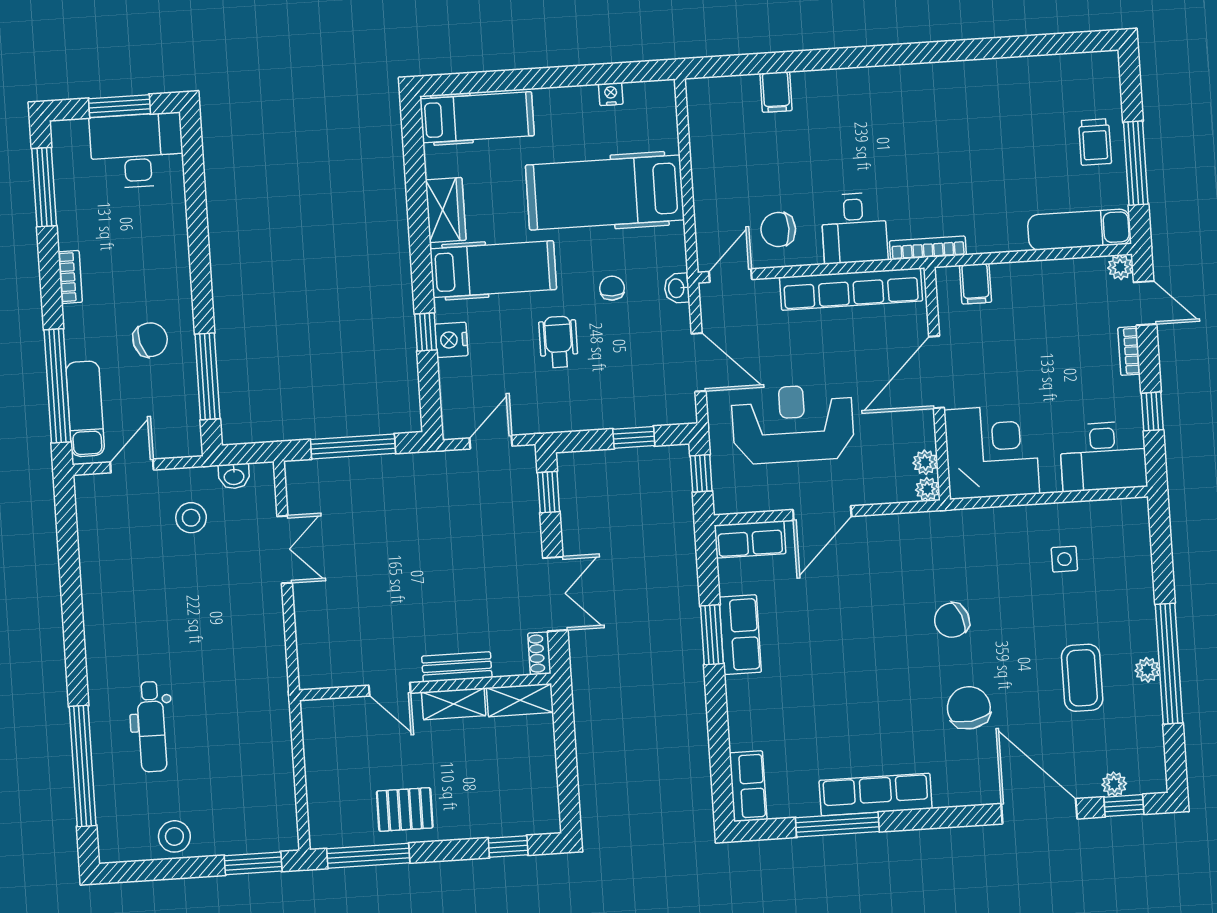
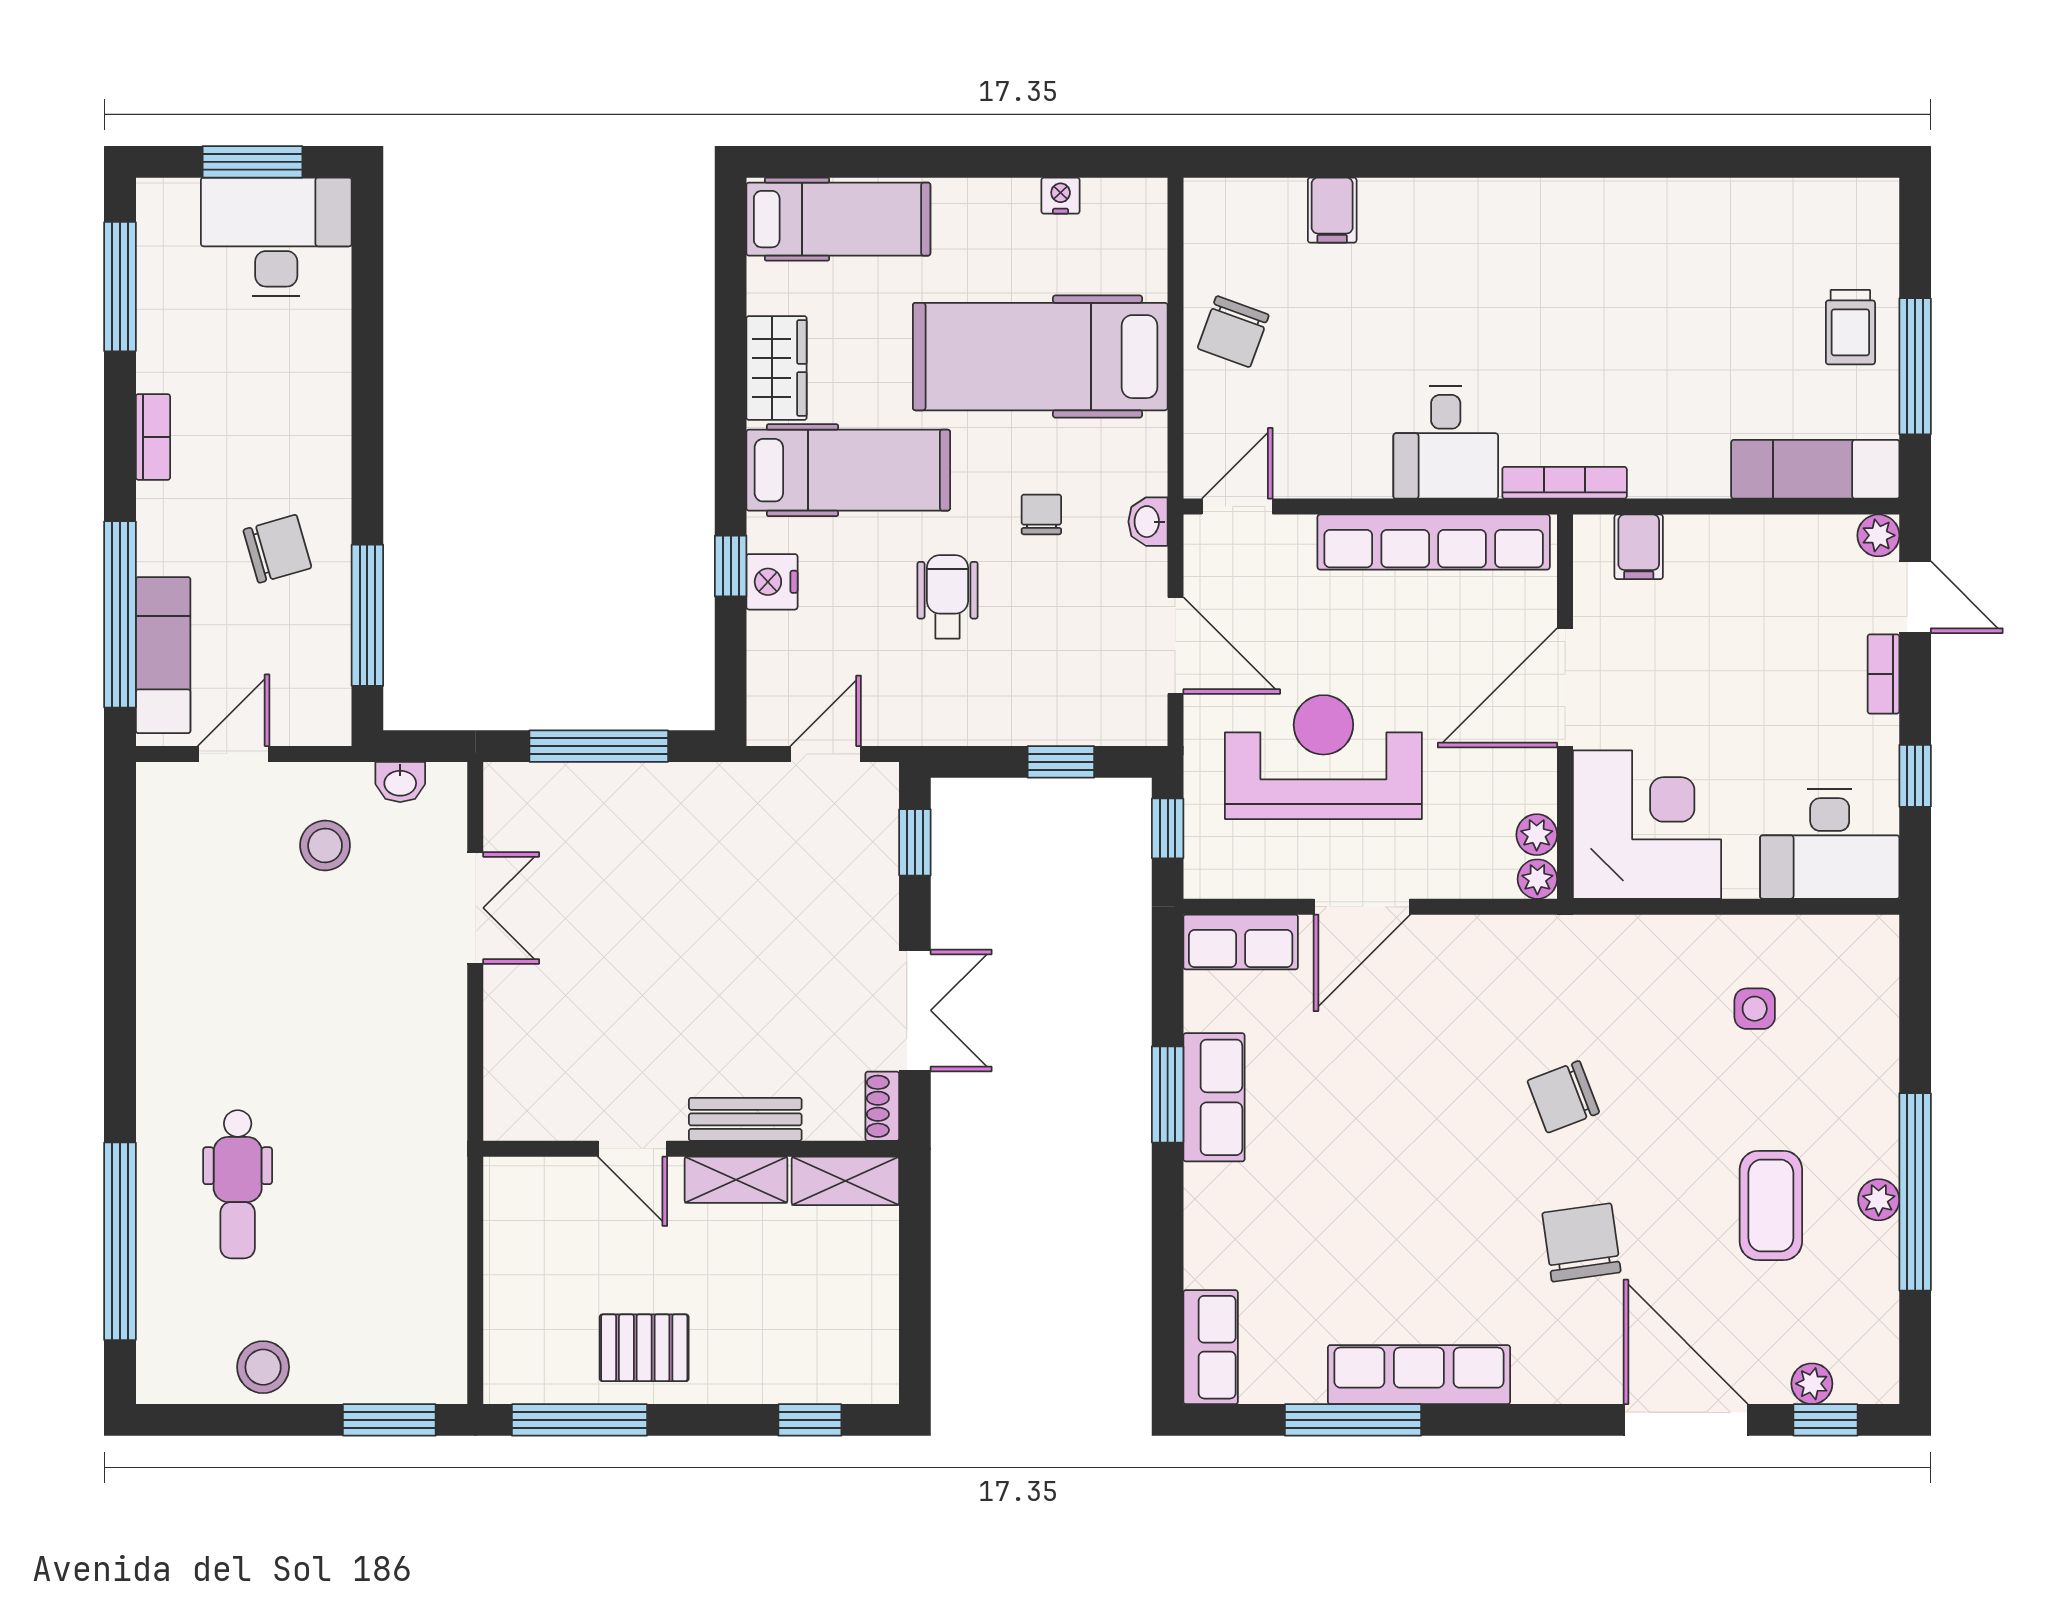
chair: (778, 229) -> (1233, 332), moved, turned -70

